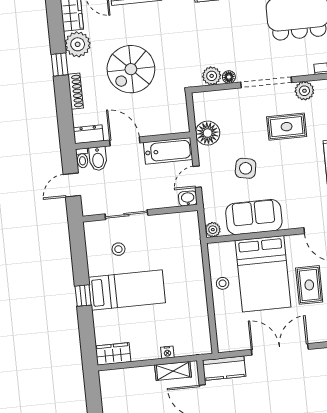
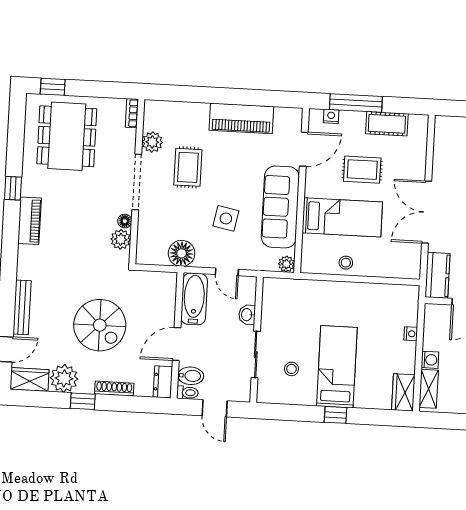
washbasin: (188, 198) -> (247, 315), moved
sofa: (254, 217) -> (280, 207), width x1.36
bed: (263, 274) -> (342, 217), width x0.67
shelving: (173, 371) -> (429, 389), moved
washing machine: (146, 373) -> (430, 360), added

